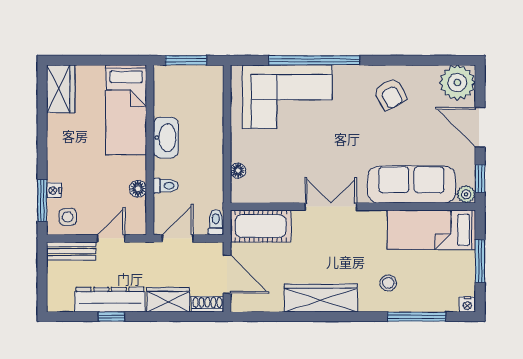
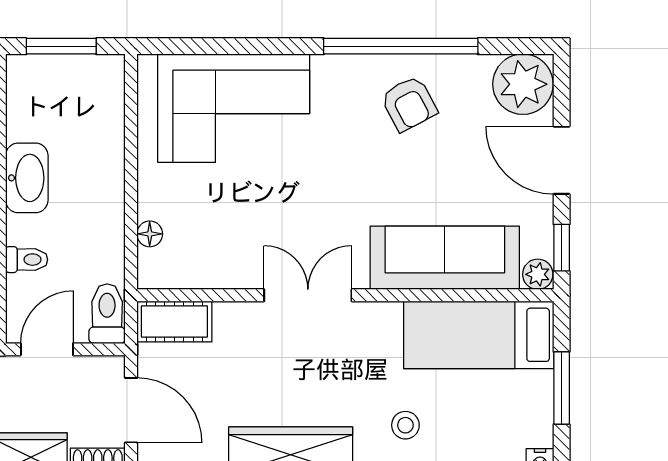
window: (314, 60) -> (401, 46), moved
toilet: (216, 222) -> (107, 314), width x1.37, depth x1.39
cot: (261, 226) -> (174, 321), width x0.73, depth x0.75

